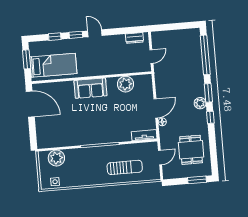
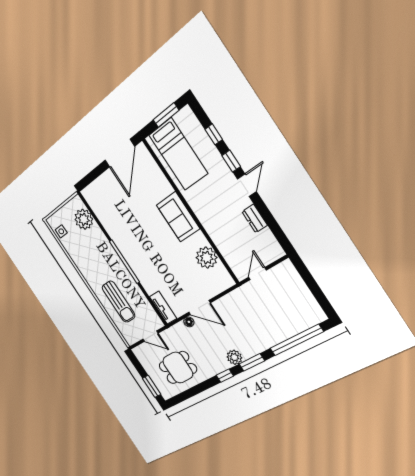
dresser: (134, 38) -> (255, 218), moved
door: (151, 56) -> (257, 274), swing flipped

